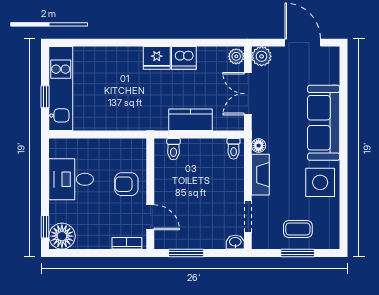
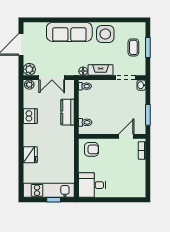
fridge: (157, 58) -> (30, 155), moved
desk: (71, 179) -> (92, 185), moved, turned 90
armchair: (126, 184) -> (91, 149), moved, turned -90
window: (45, 227) -> (132, 200), removed
floor lamp: (62, 236) -> (138, 190), removed

